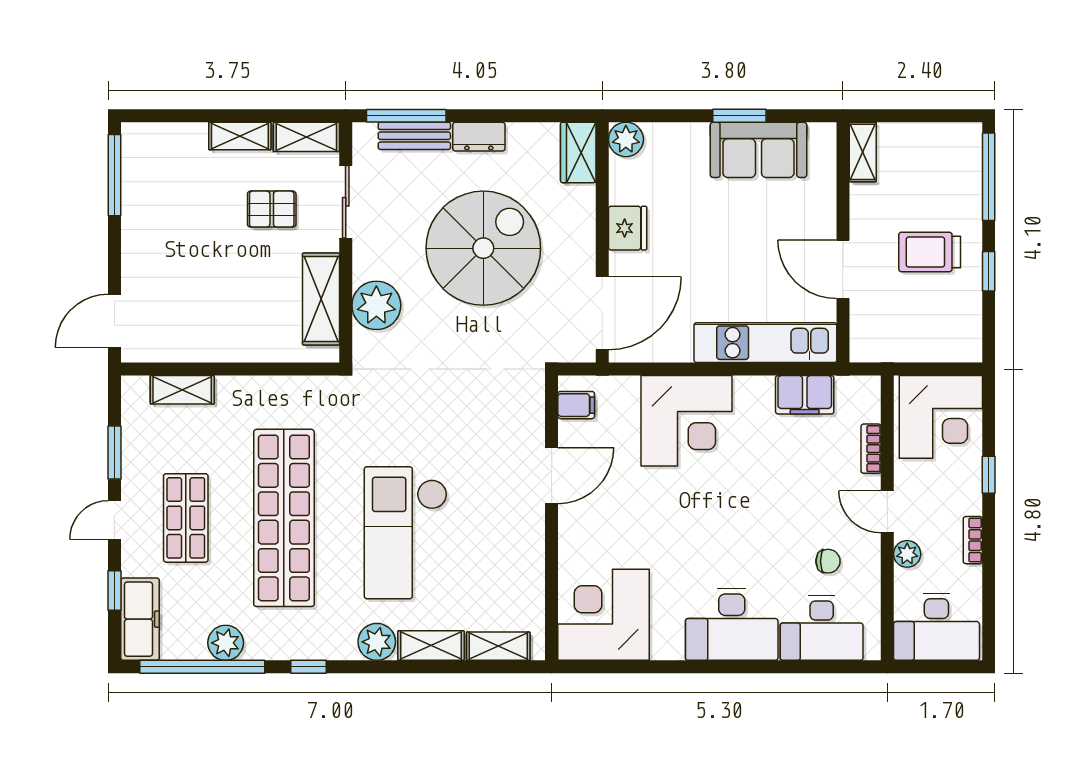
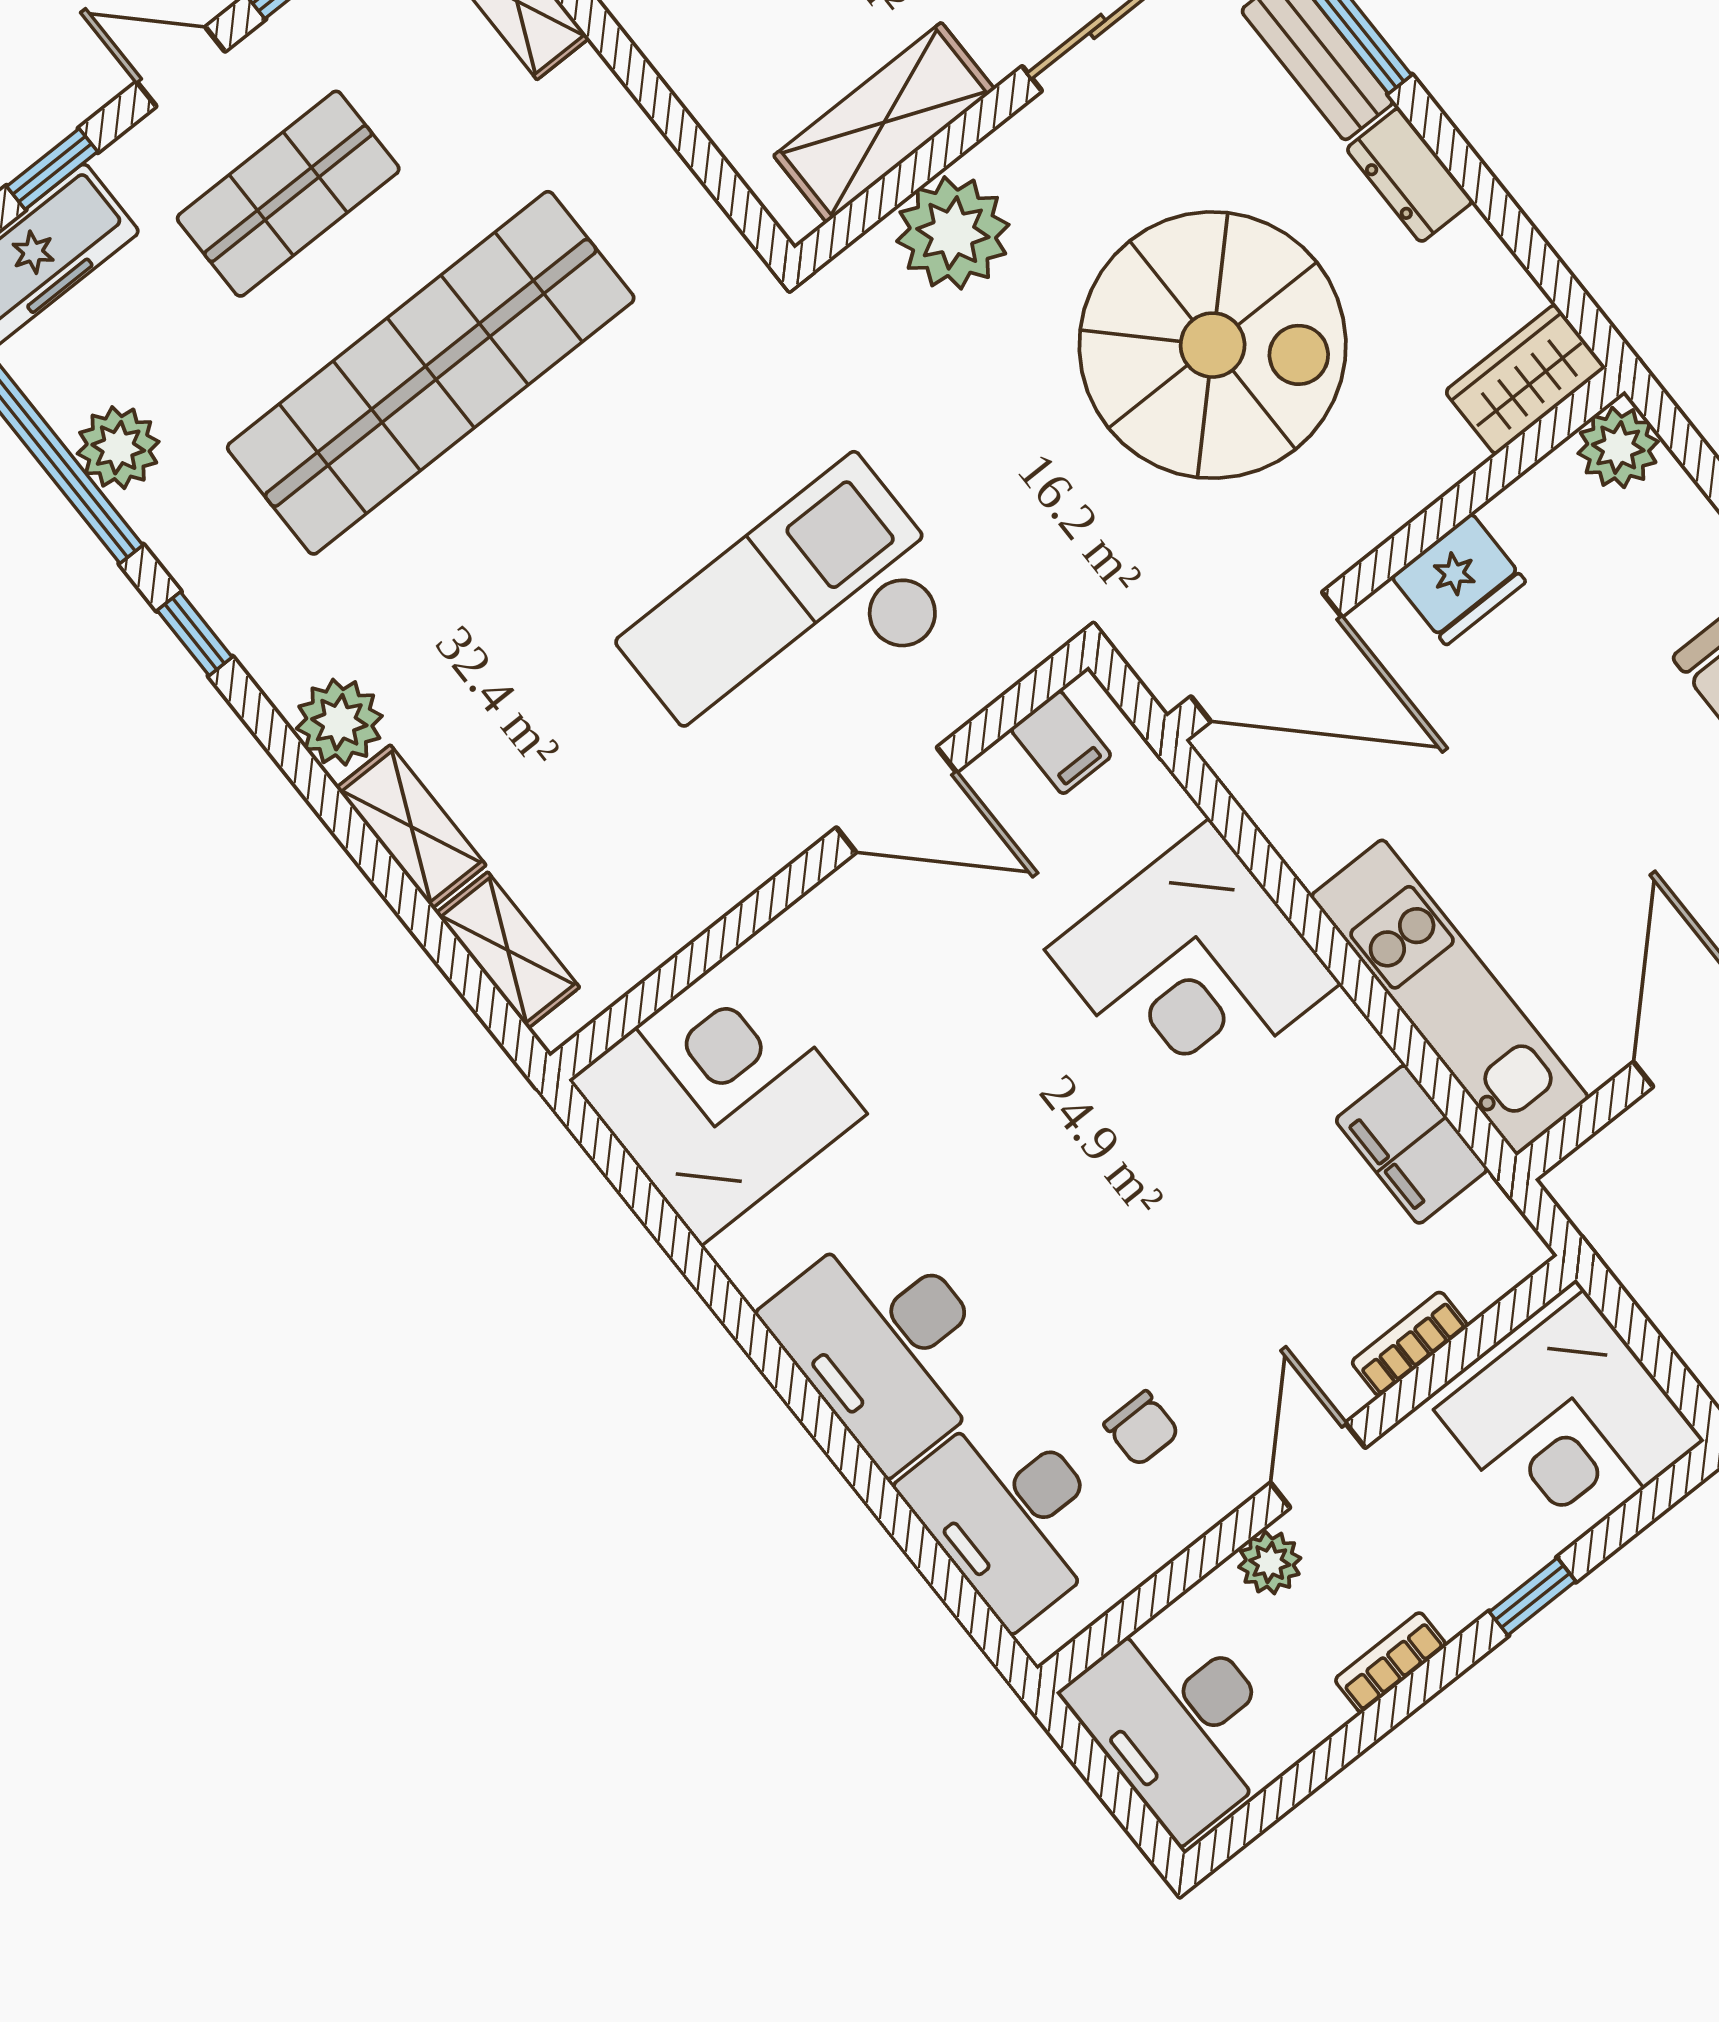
checkout: (406, 533) -> (794, 620), moved

